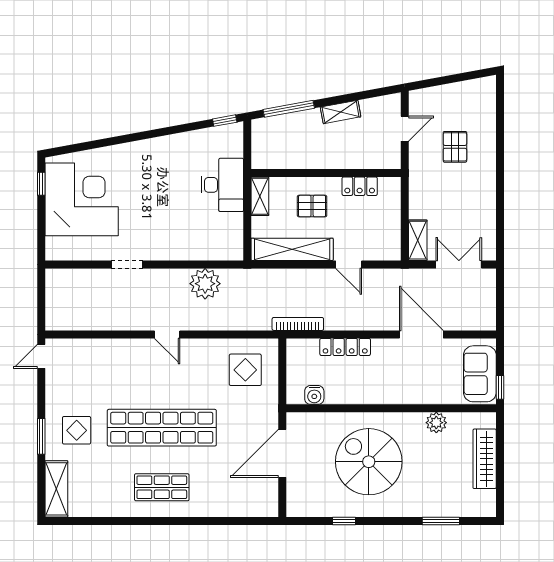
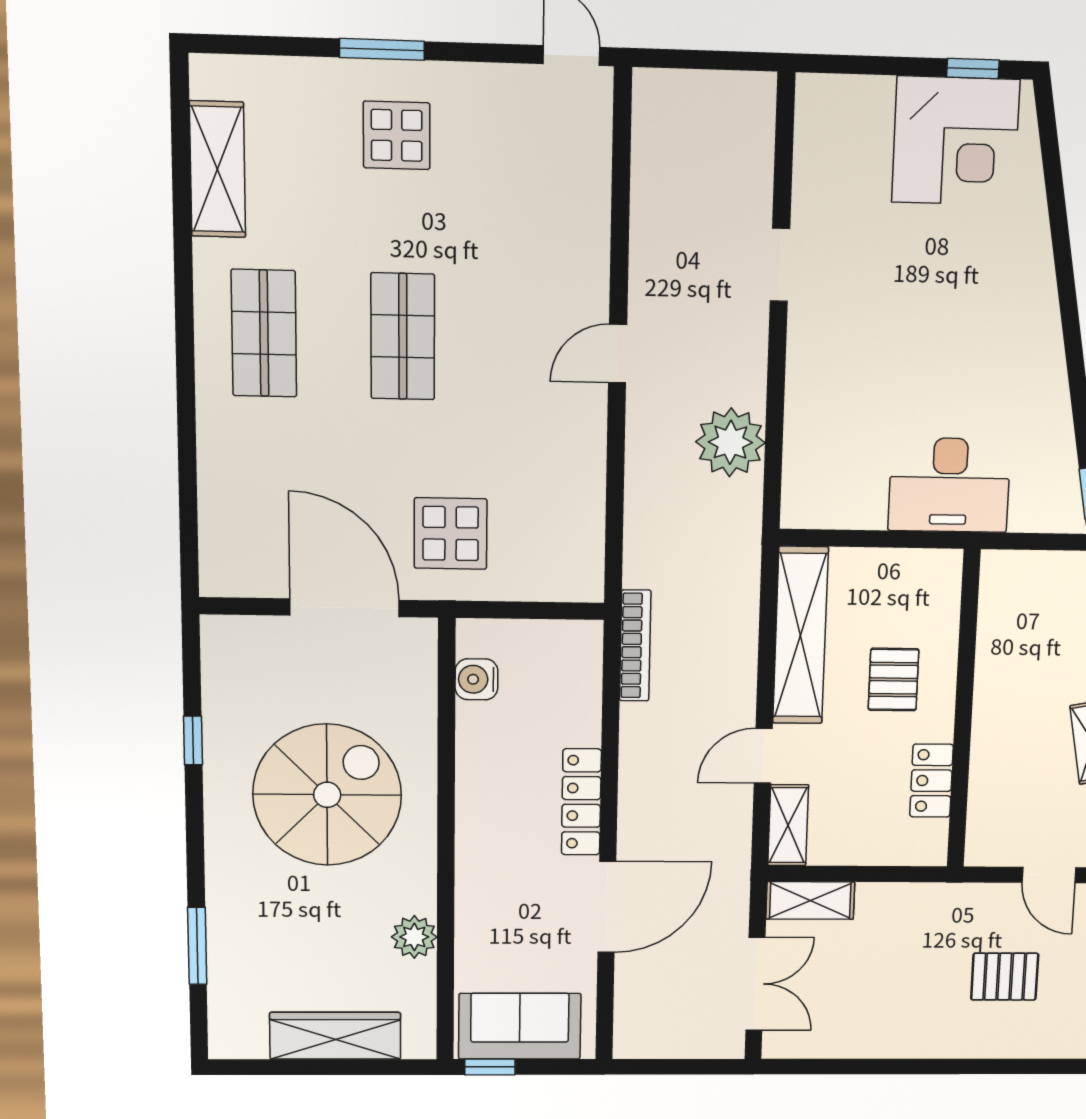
shelving: (260, 196) -> (788, 825), moved, turned 90
corner desk: (82, 199) -> (956, 141), width x0.74, depth x0.74
locker: (345, 347) -> (581, 802), moved
display table: (245, 370) -> (451, 533), moved
shop shelf: (162, 428) -> (403, 336), width x0.50, depth x0.74
shelving: (56, 489) -> (218, 169), moved, turned 90

